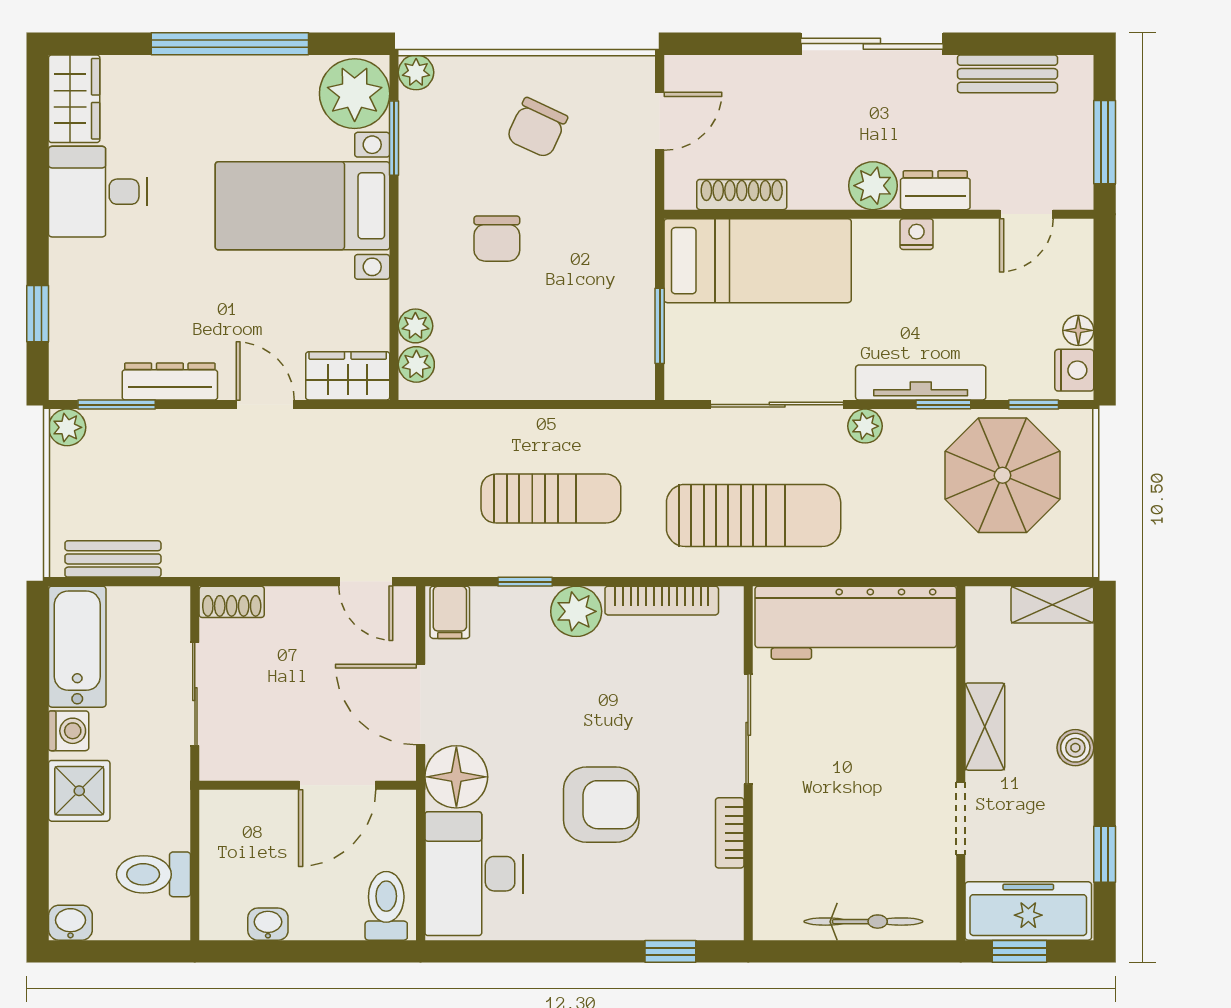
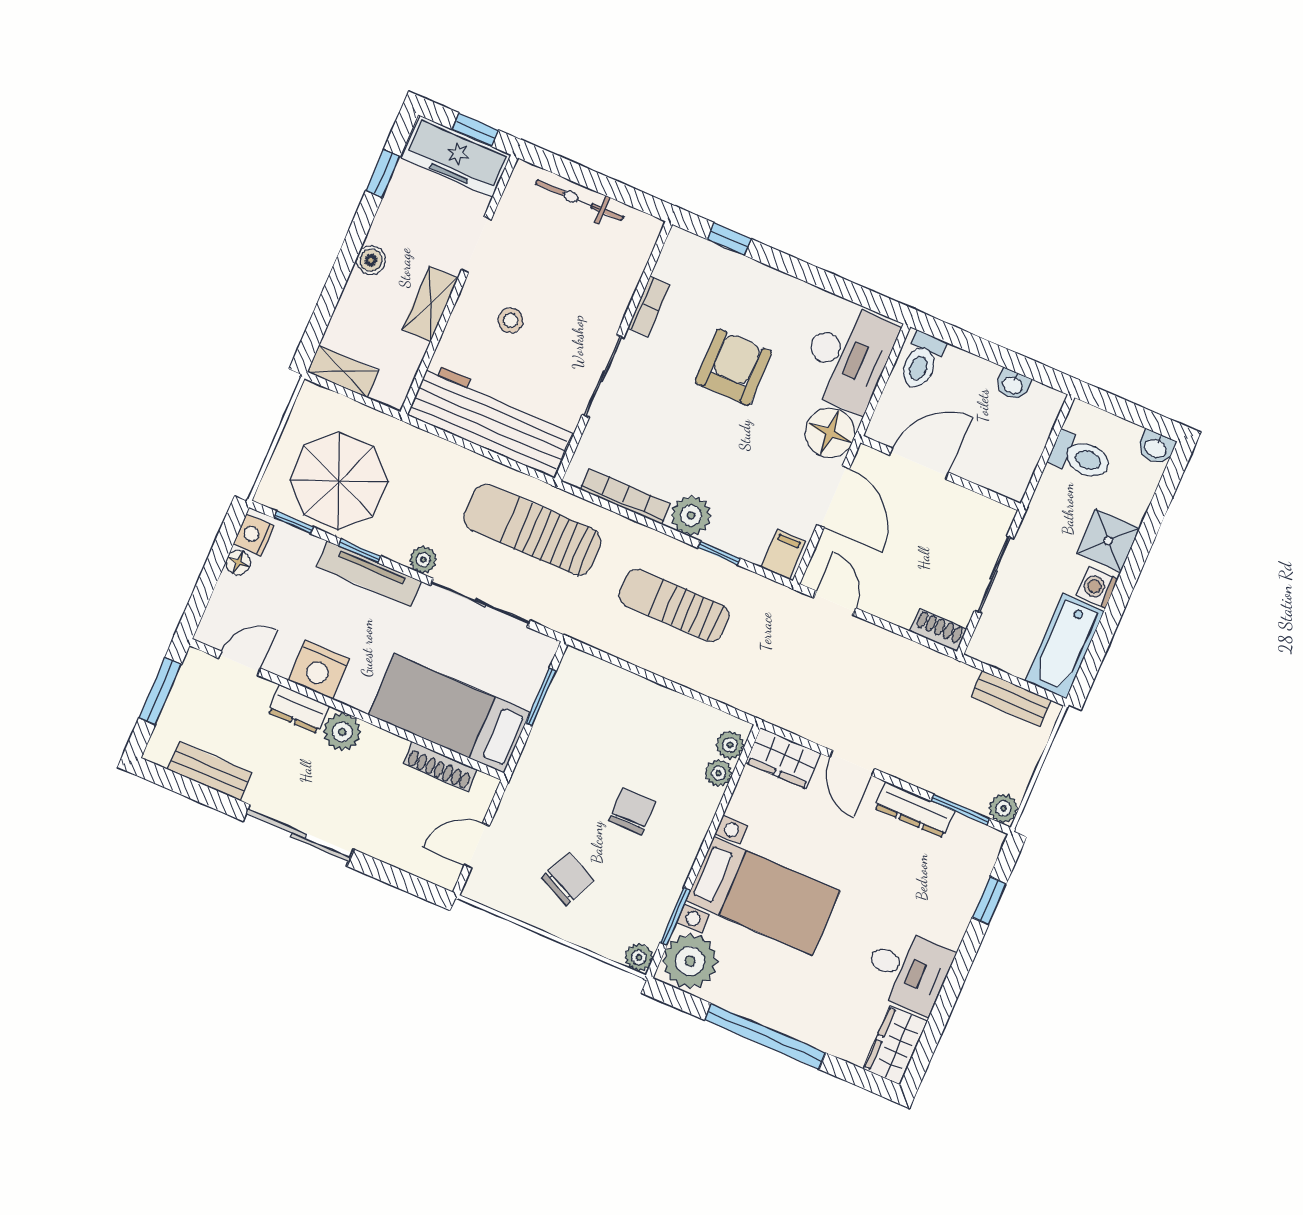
nightstand: (917, 234) -> (319, 670), width x1.89, depth x1.79
stool: (883, 748) -> (511, 320), added
armchair: (601, 805) -> (733, 367), turned 90

